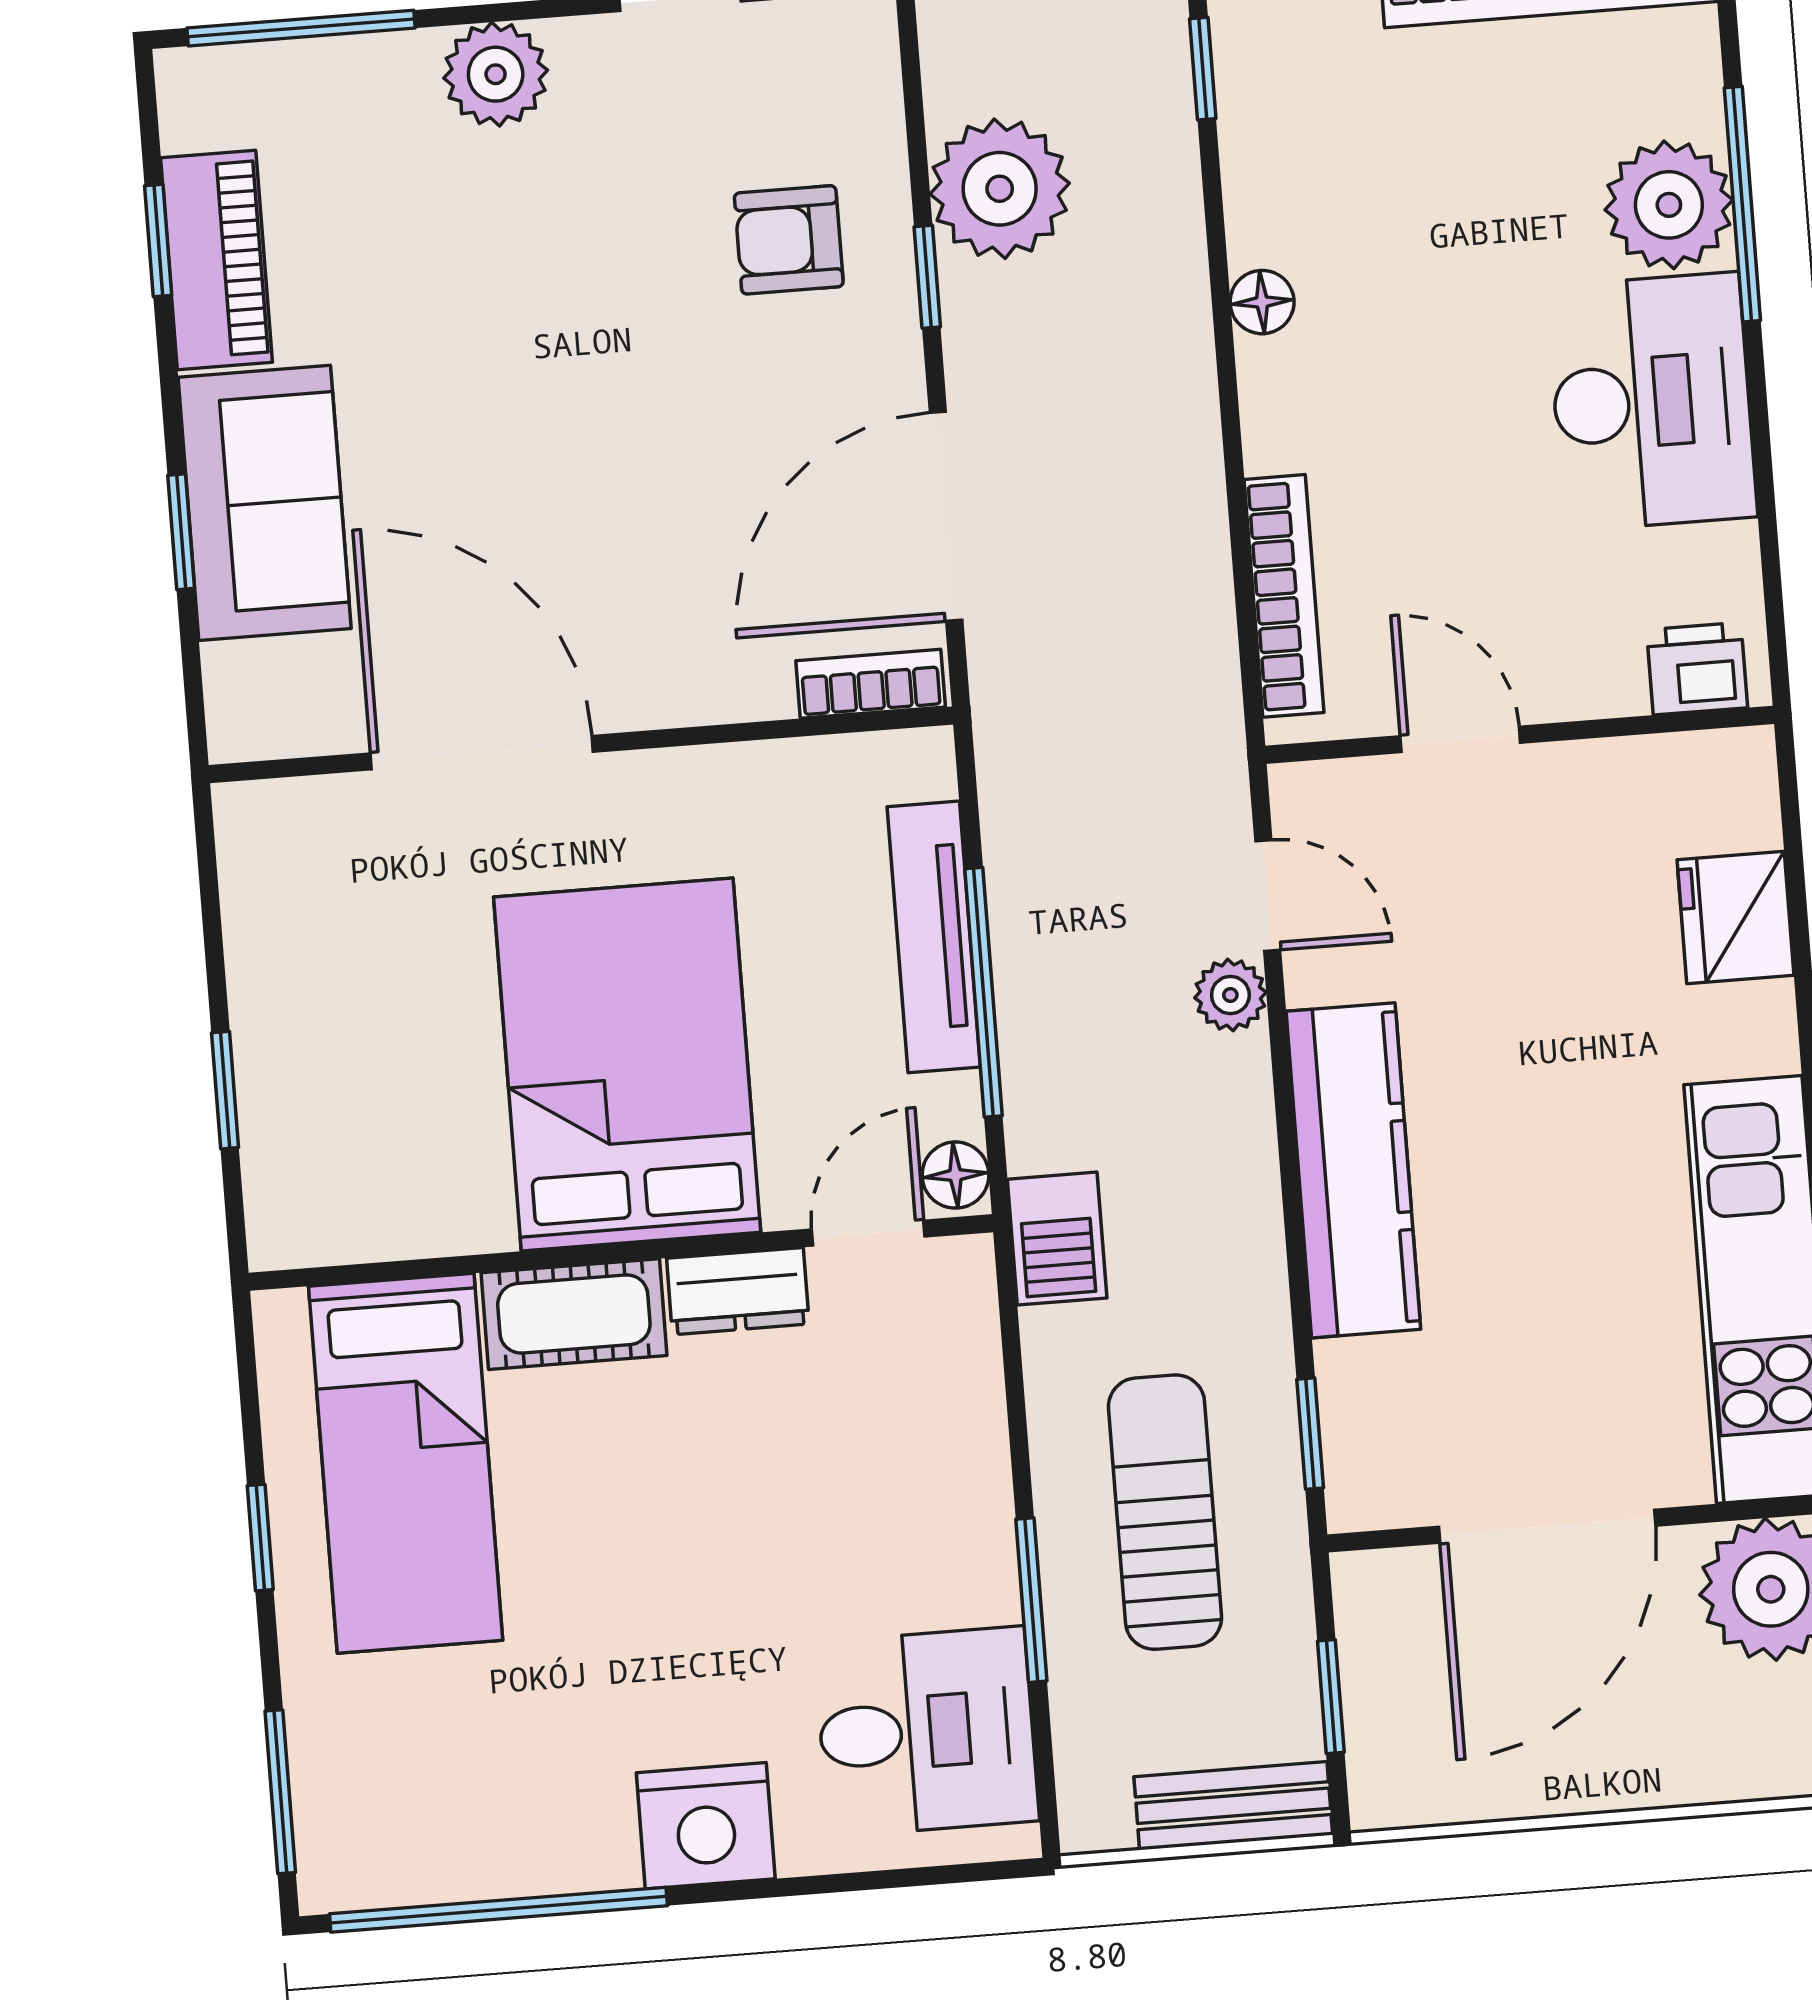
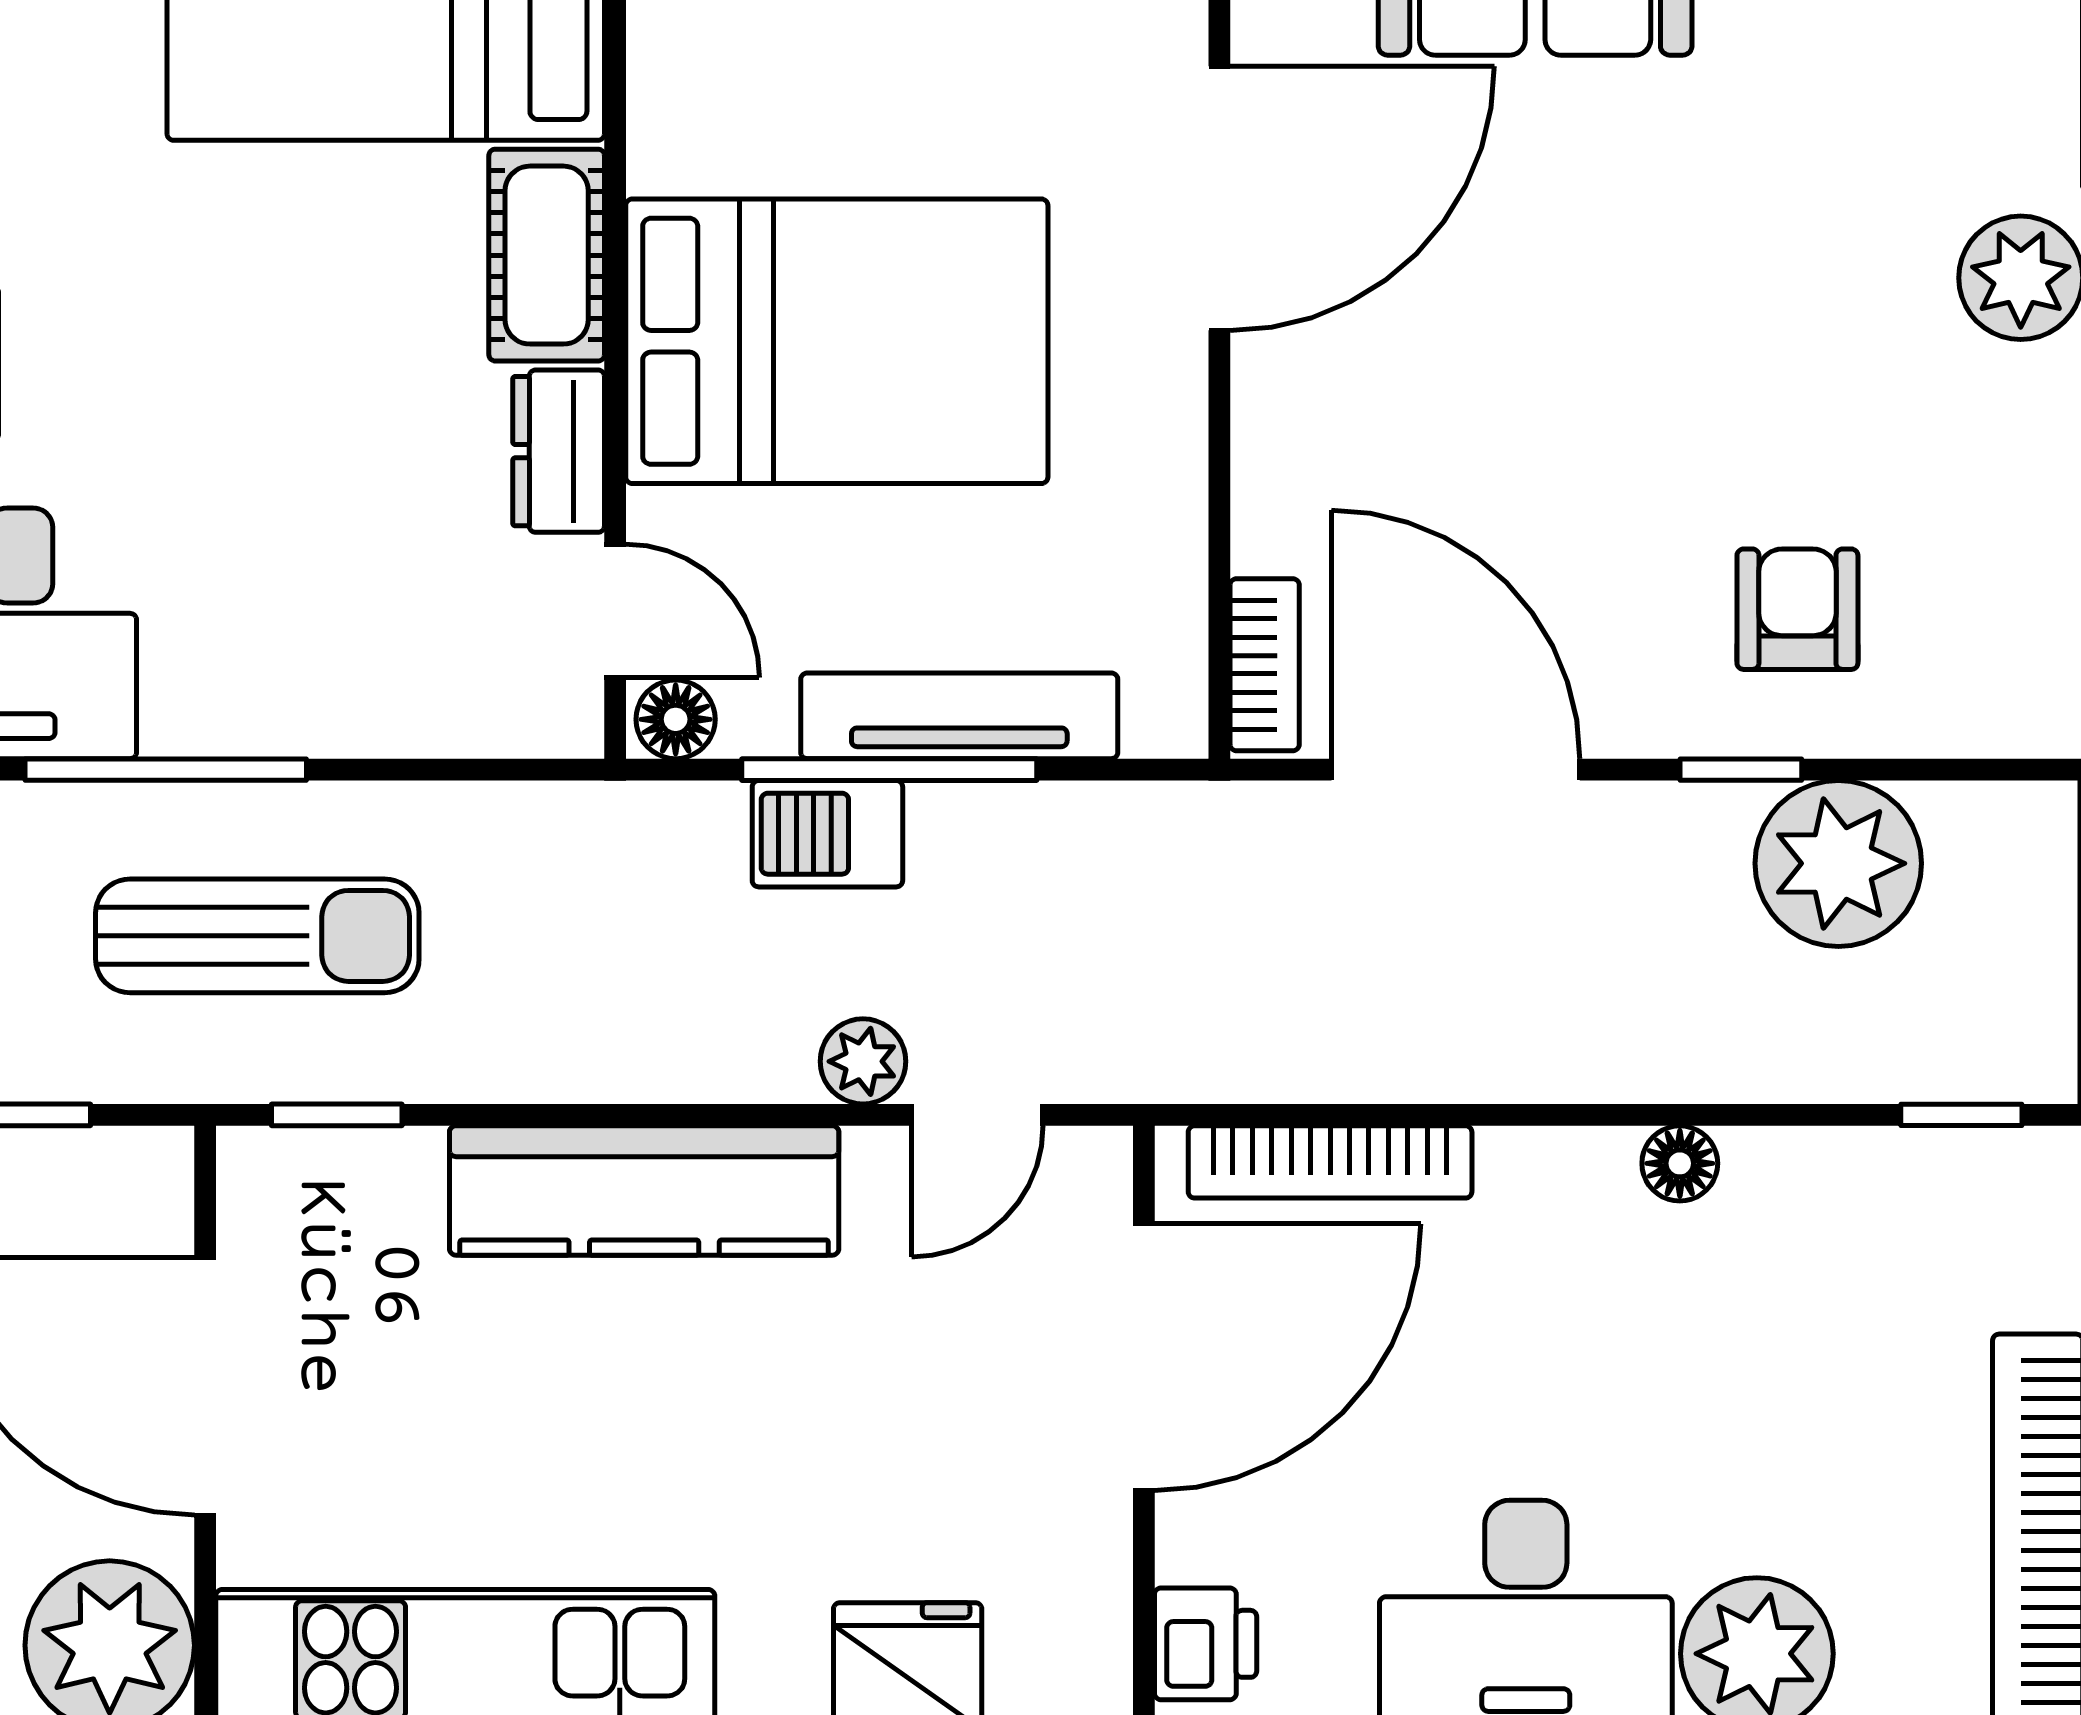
door: (1460, 739) -> (1144, 1357), width x1.87
barbecue: (1057, 1239) -> (827, 834), moved
window: (1031, 1600) -> (166, 770), width x1.44

